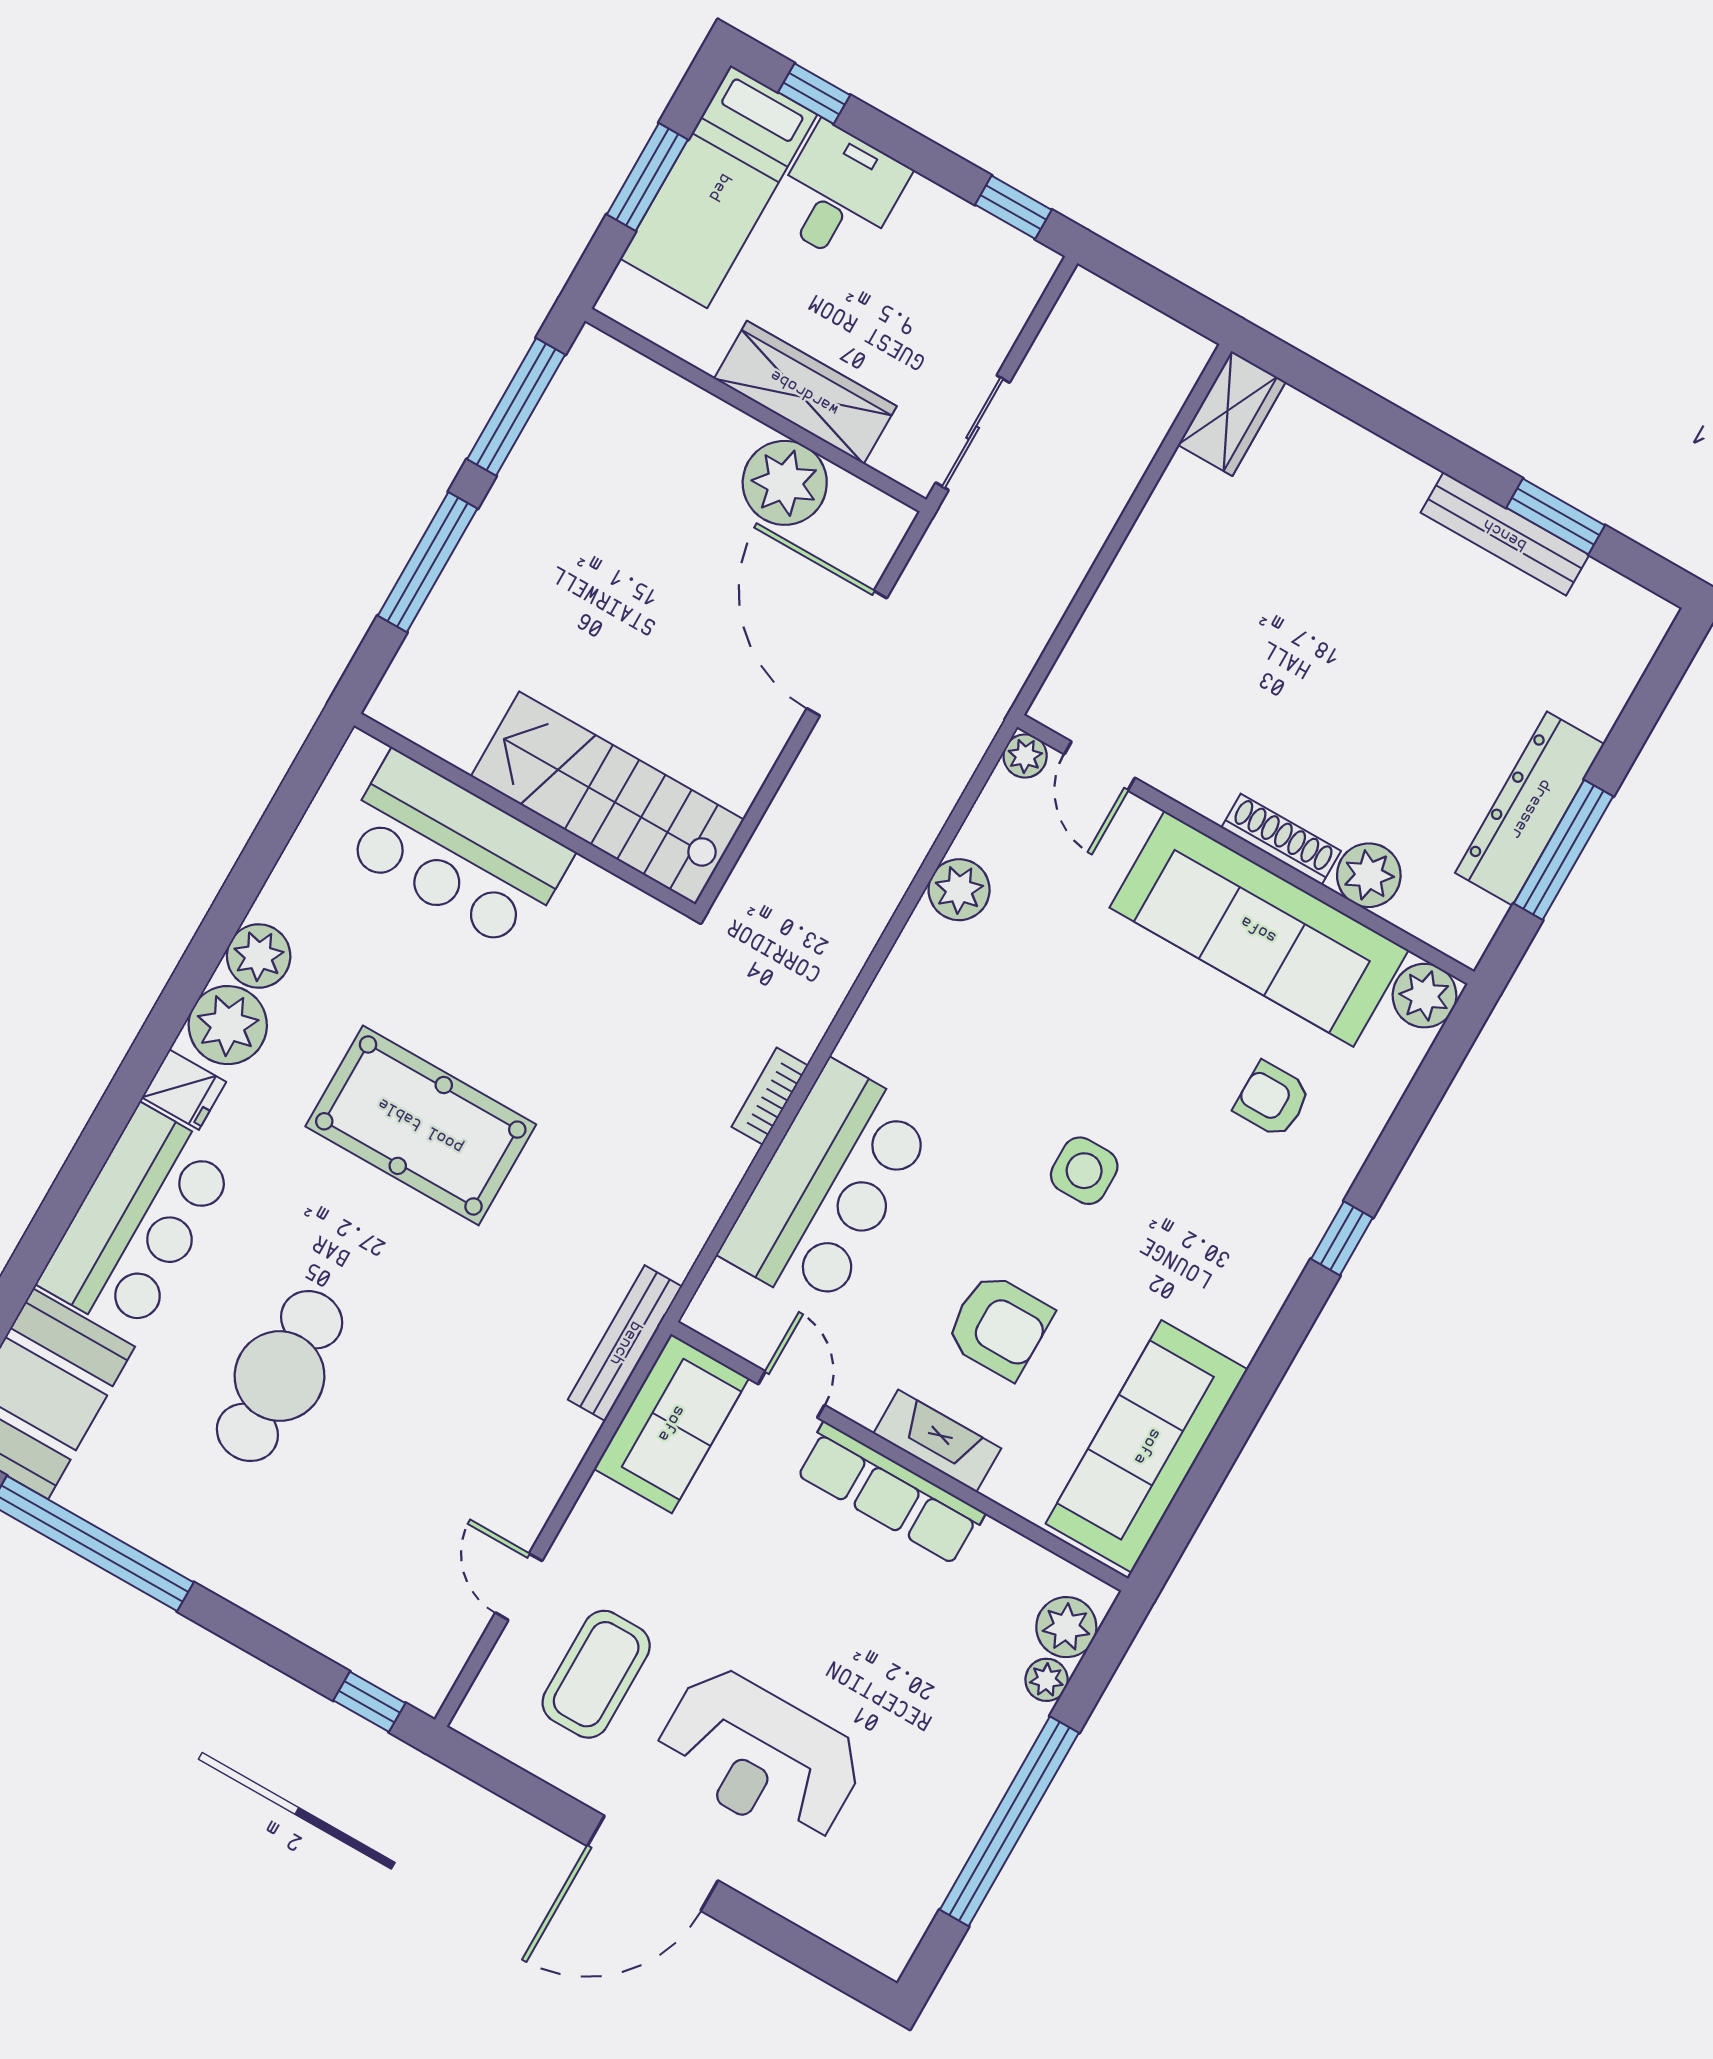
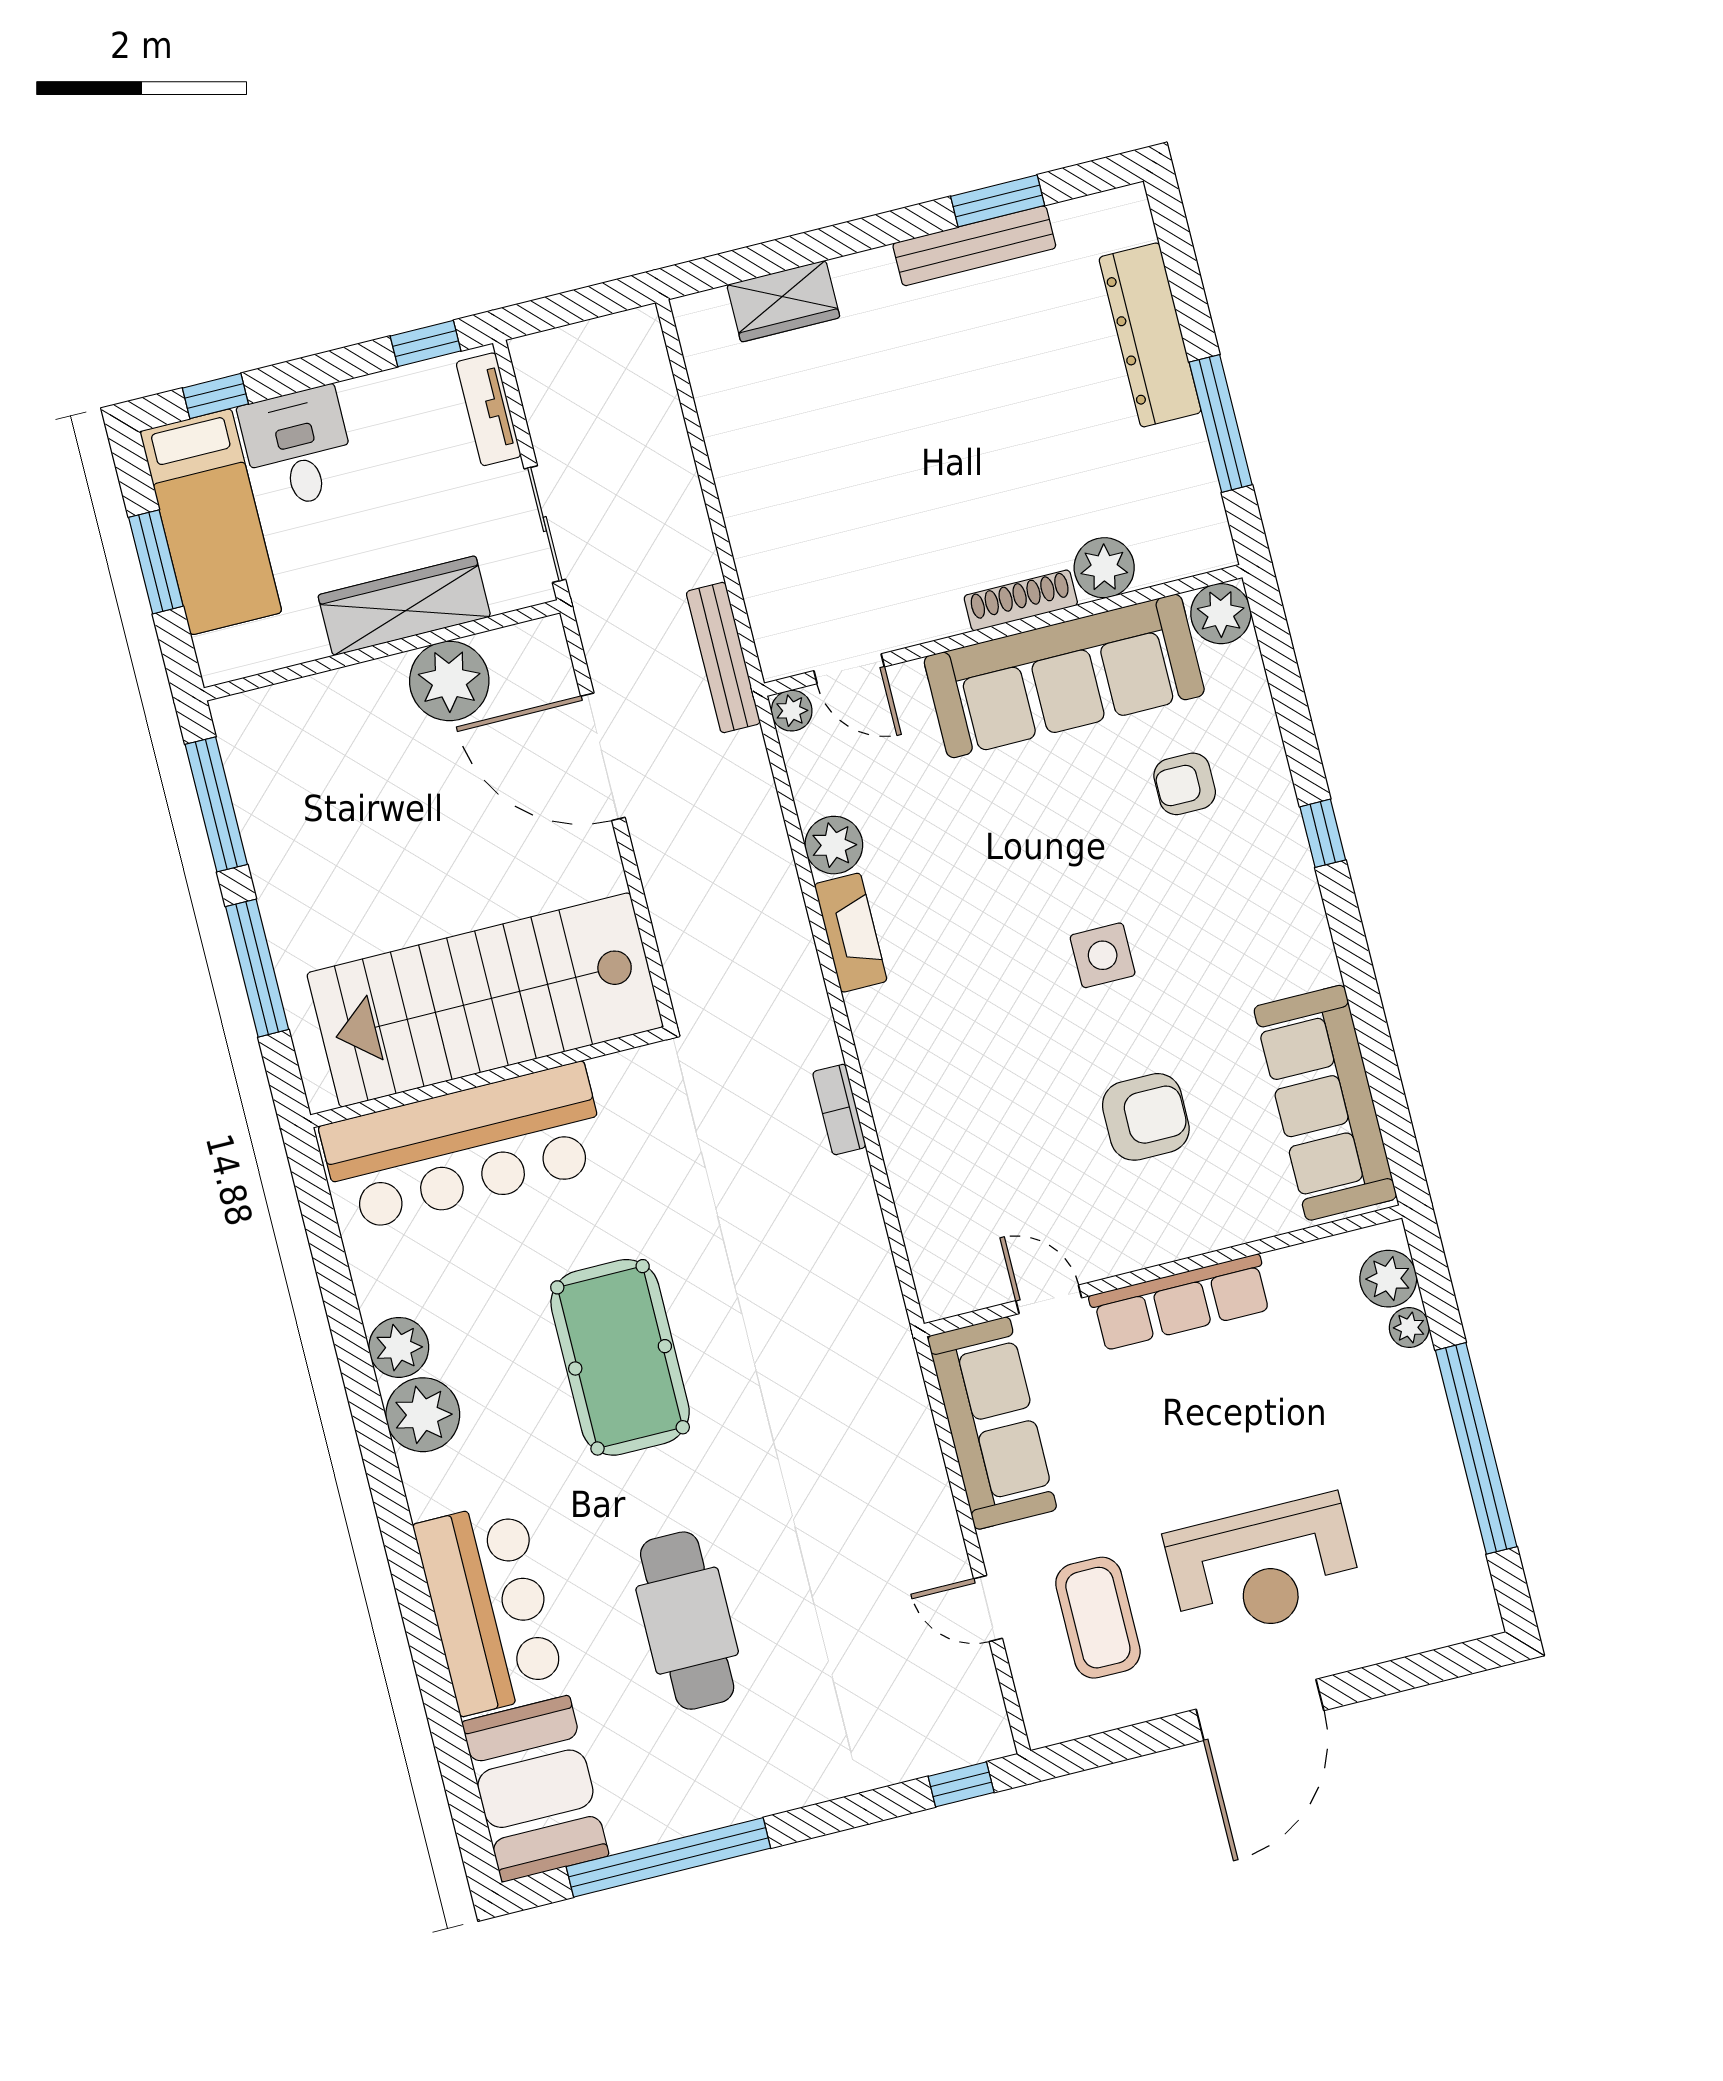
tv unit: (1014, 304) -> (489, 409), added
wardrobe: (1232, 413) -> (783, 301), moved, turned 90
stairs: (607, 798) -> (485, 1000), width x1.36, depth x1.51
dresser: (1530, 809) -> (1150, 335), moved
bar counter: (455, 851) -> (464, 1147), width x1.36
fridge: (184, 1090) -> (435, 1487), removed
pool table: (421, 1125) -> (620, 1357), turned 90
bar counter: (828, 1187) -> (938, 1134), removed
bench: (625, 1343) -> (723, 658), moved
sofa: (671, 1423) -> (992, 1423), width x1.36
fireplace: (937, 1441) -> (851, 933), moved, turned 90

